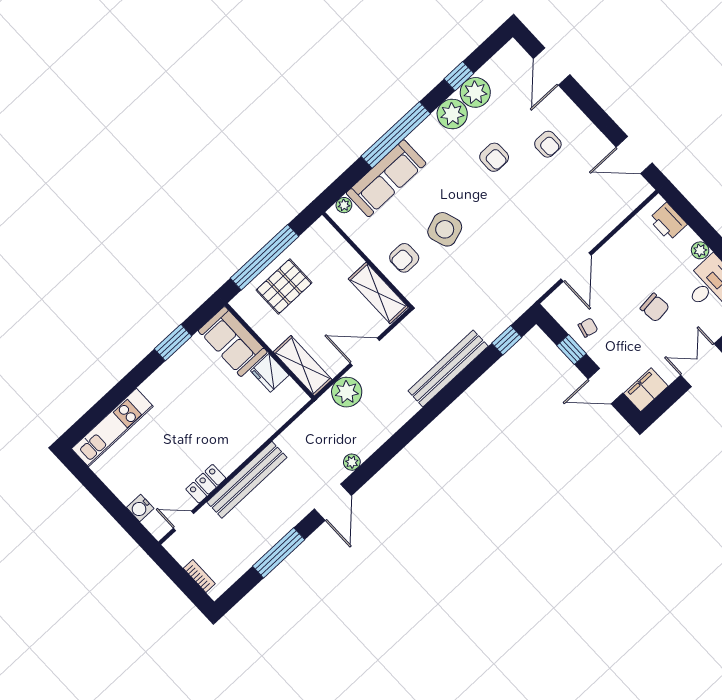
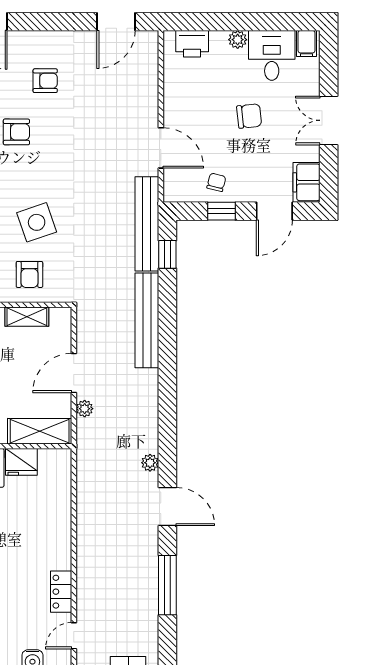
shelving: (378, 293) -> (27, 317), width x0.67, depth x0.75
plant: (347, 392) -> (85, 409), width x0.53, depth x0.53
bench: (247, 480) -> (147, 224), moved

